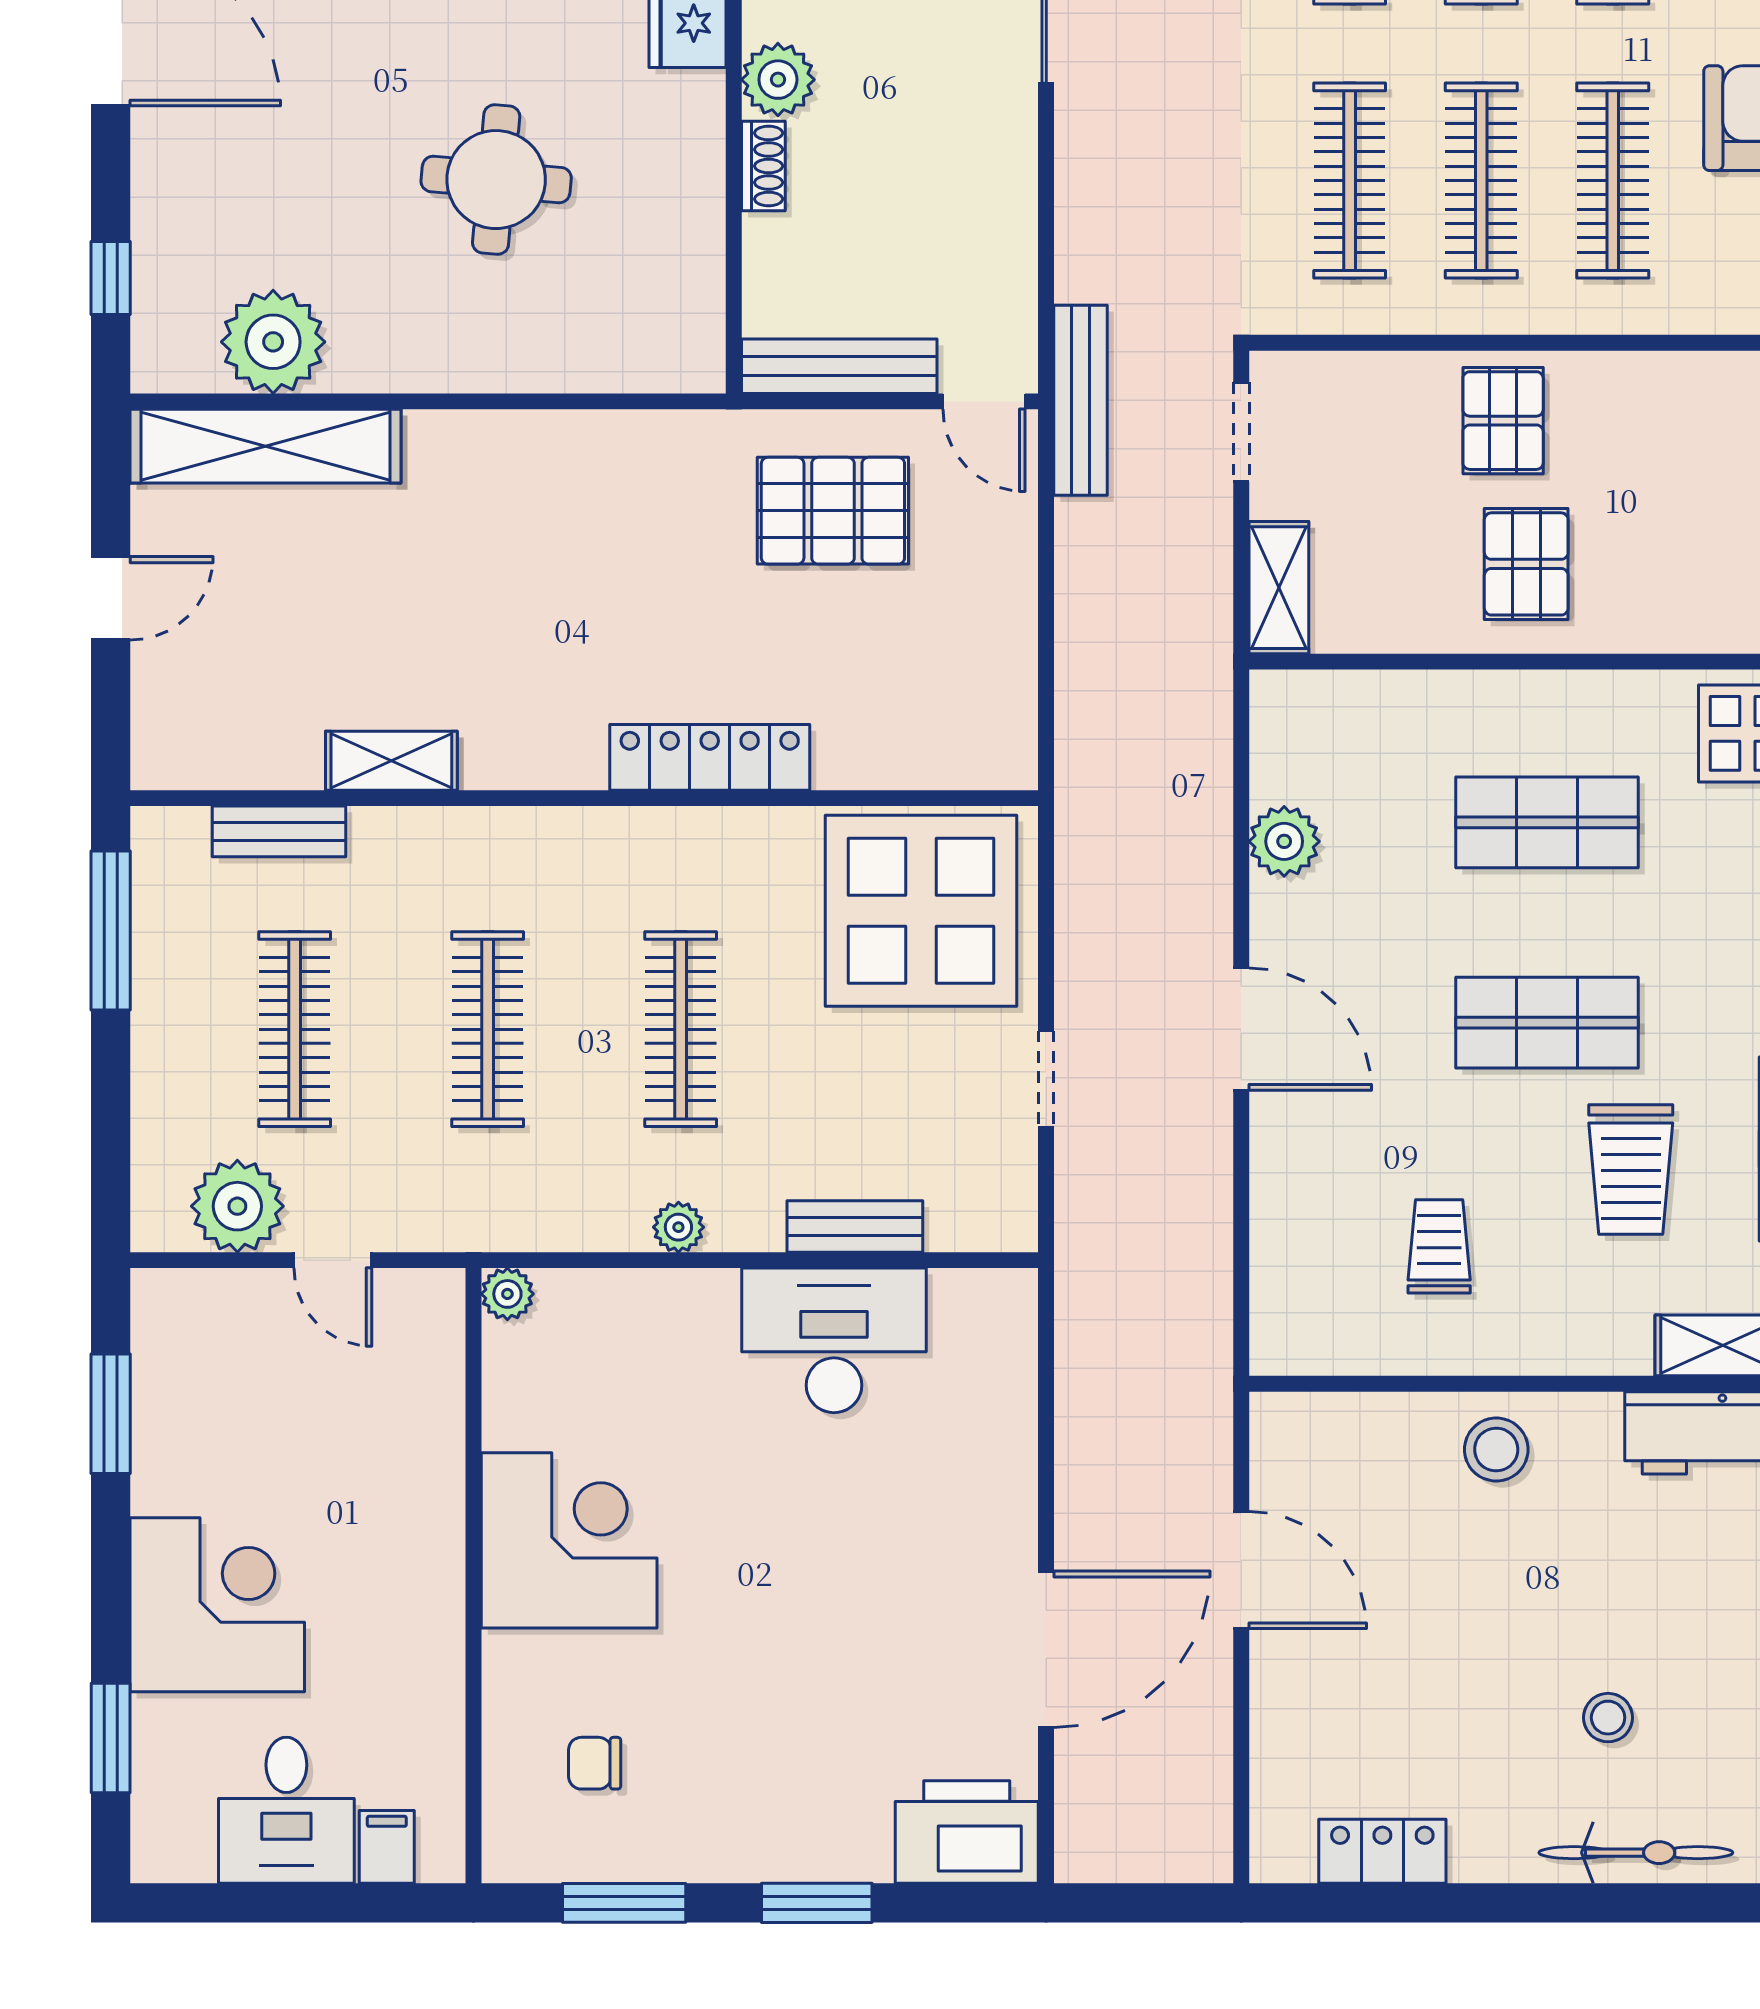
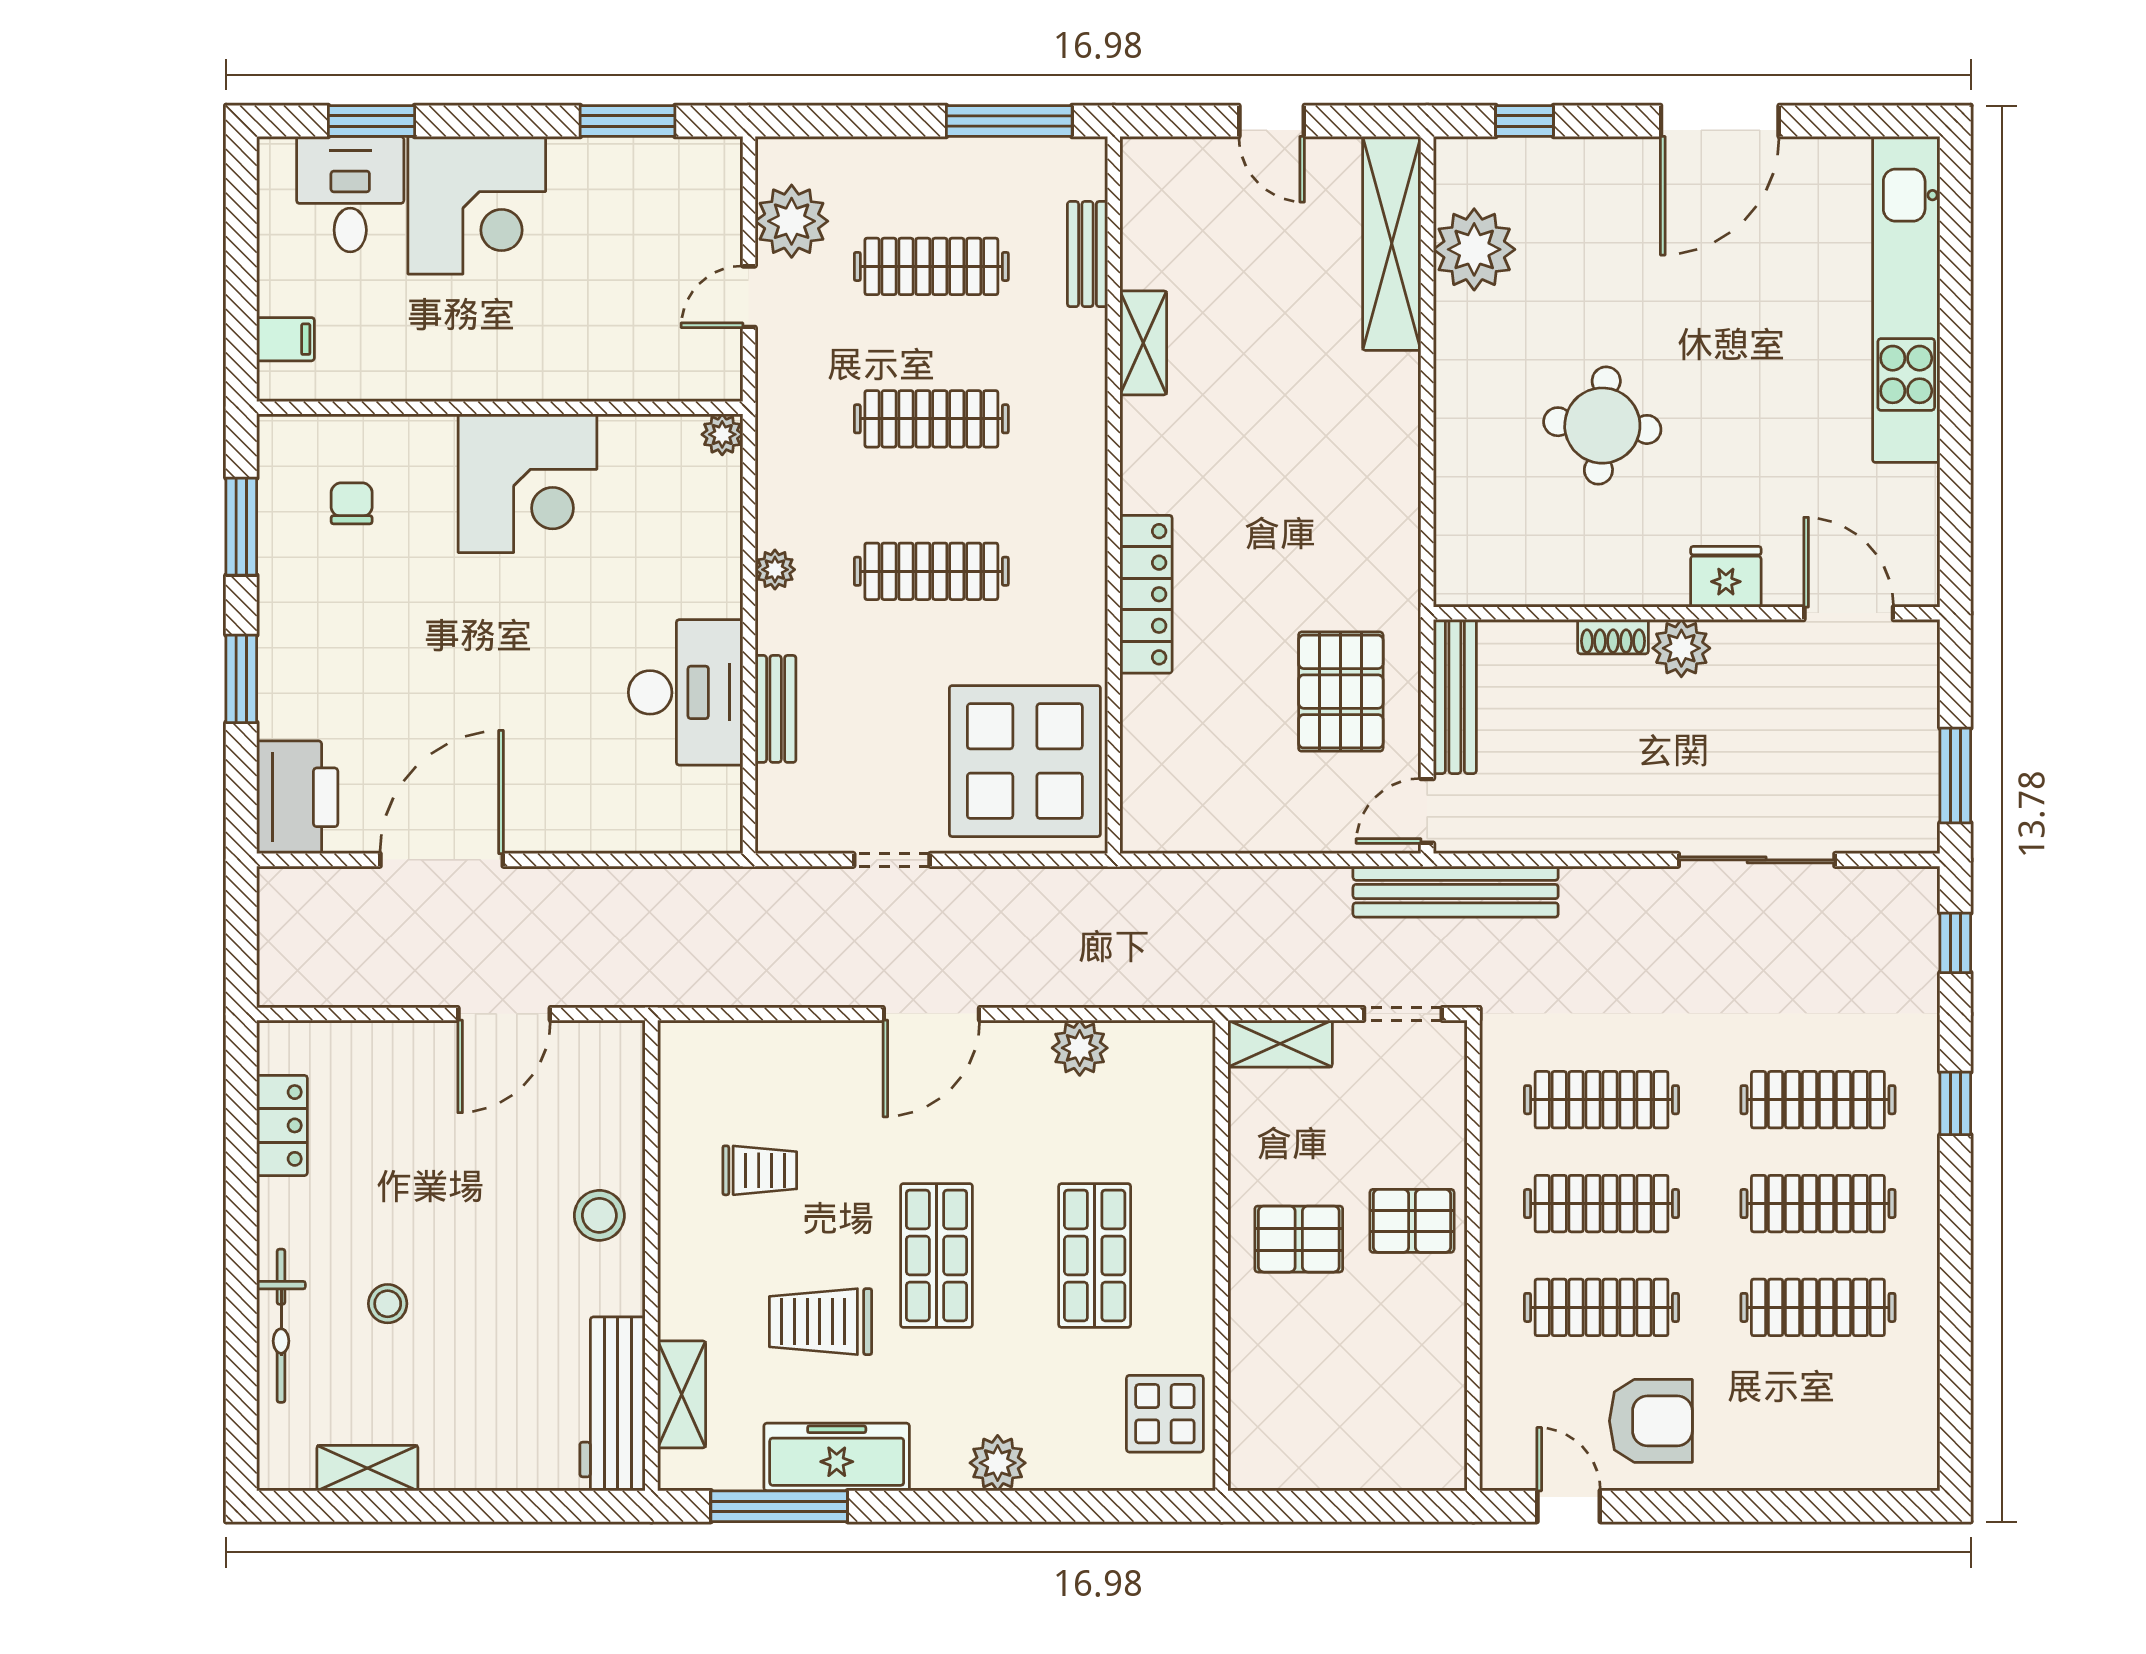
bench: (1080, 400) -> (1456, 892), width x1.37, depth x1.21
door: (1046, 1649) -> (442, 860), swing flipped
desk: (286, 1810) -> (350, 194), moved, turned 90

